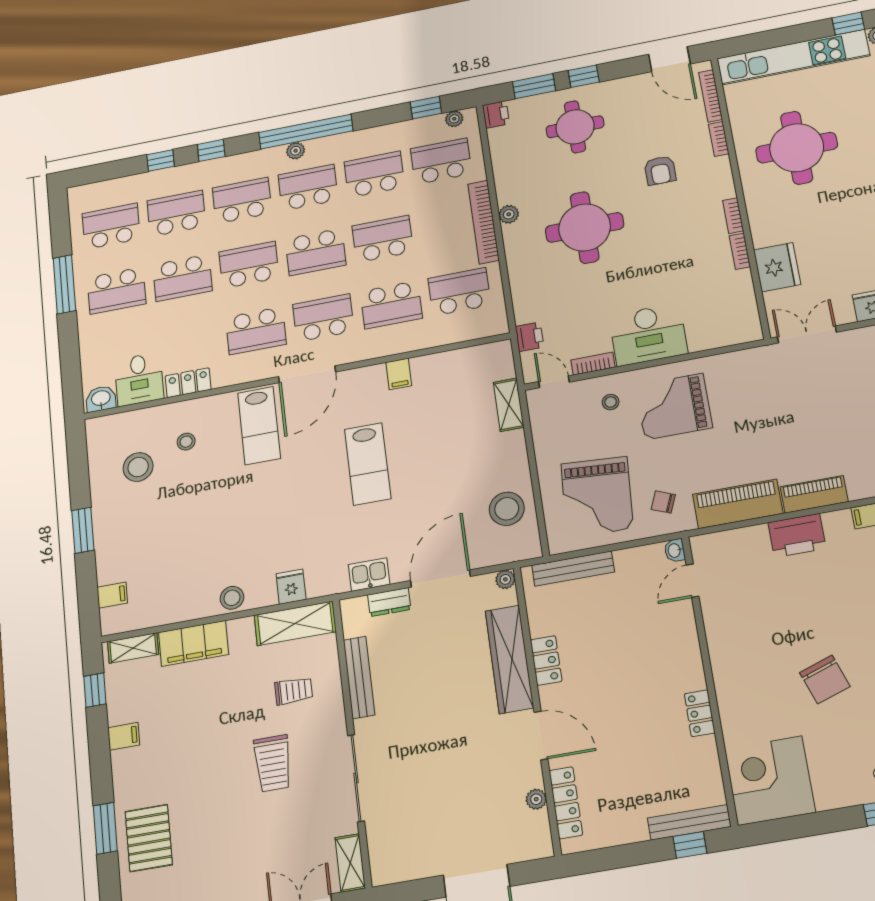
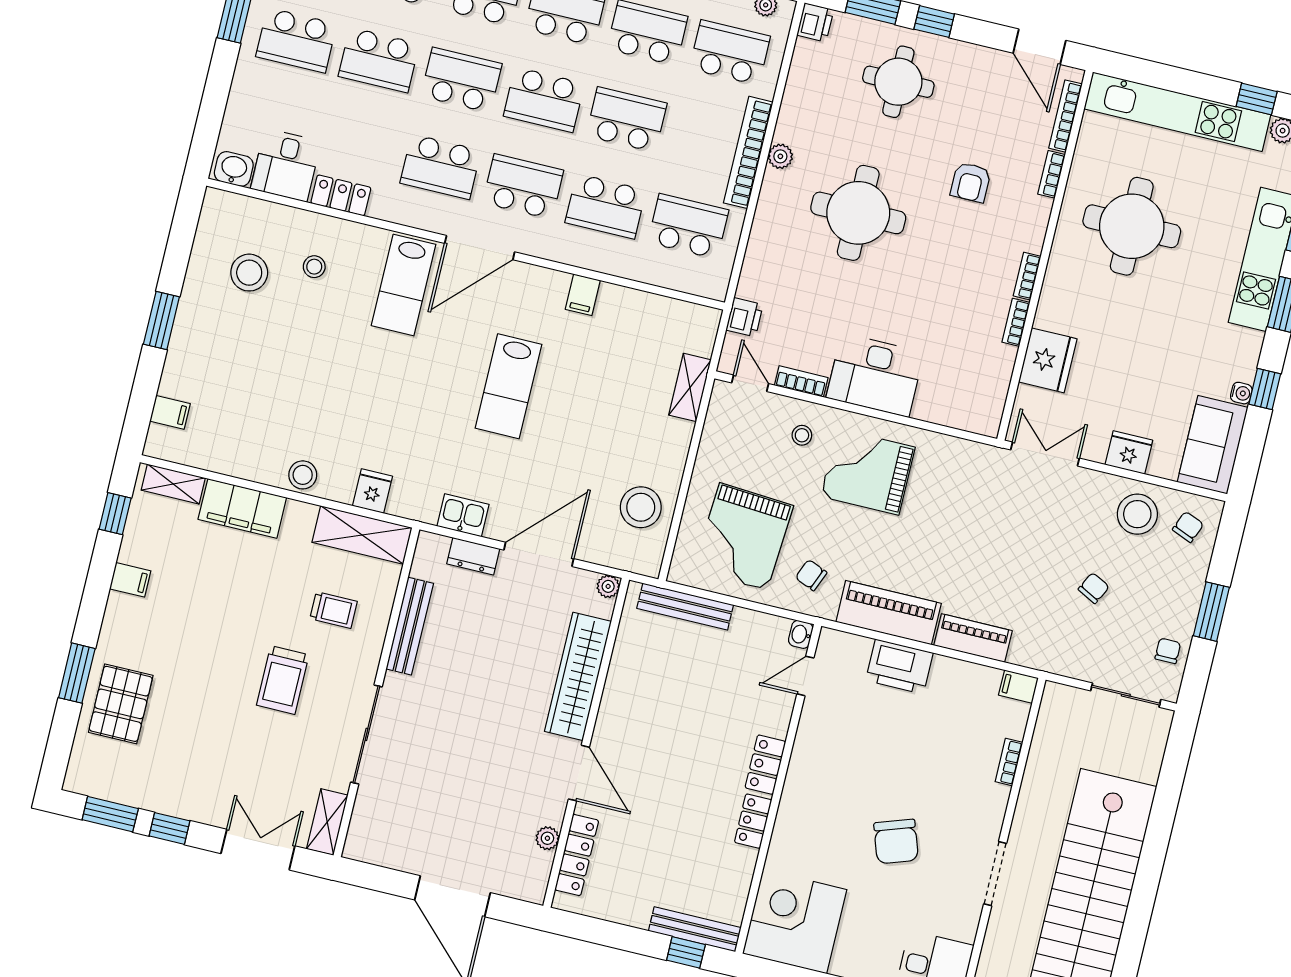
printer: (797, 535) -> (899, 667), moved
locker: (546, 661) -> (765, 765), moved, turned 180

